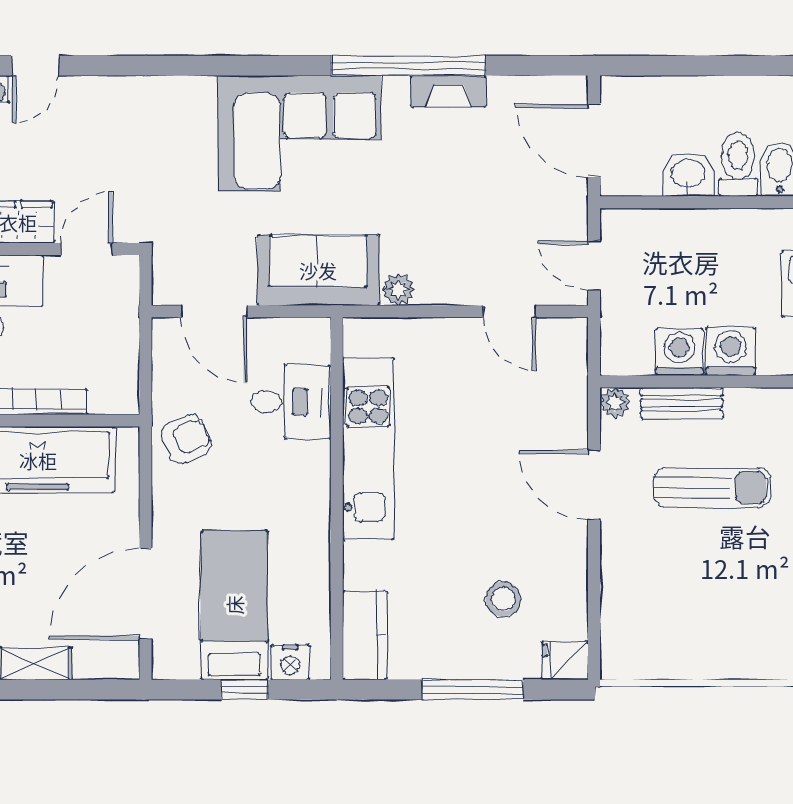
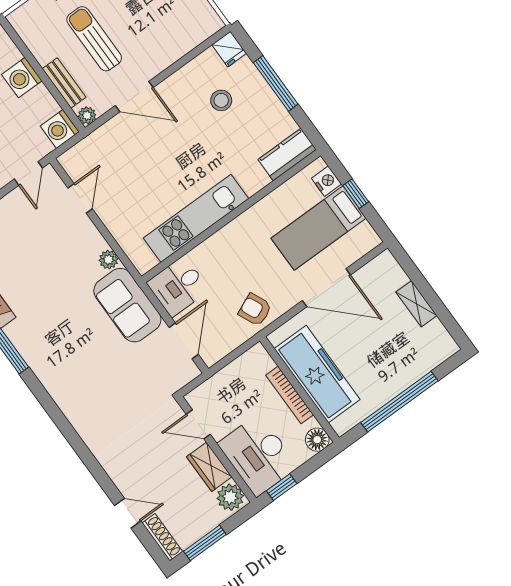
corner sofa: (299, 134) -> (68, 362), removed
washing machine: (679, 352) -> (60, 129), moved
desk: (291, 402) -> (178, 286), moved, turned -90
door: (594, 485) -> (134, 97), hinge flipped
door: (146, 594) -> (326, 288), moved

